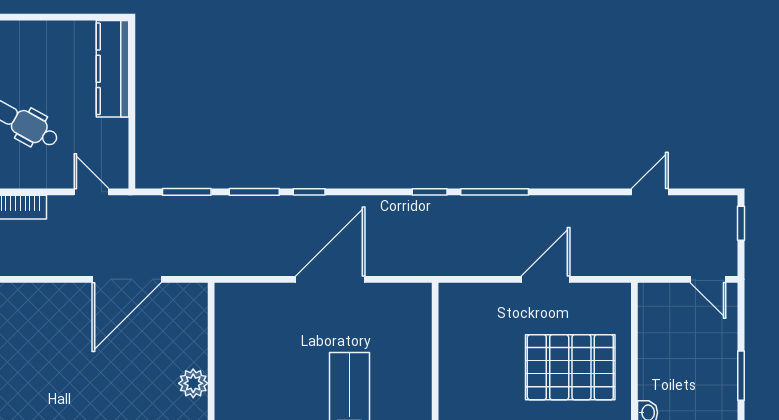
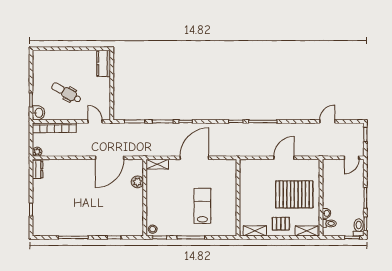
kitchen counter: (112, 69) -> (104, 63), width x0.67
door: (708, 279) -> (352, 158), hinge flipped
shelving: (241, 295) -> (157, 164), added
plant: (193, 383) -> (137, 182), moved

